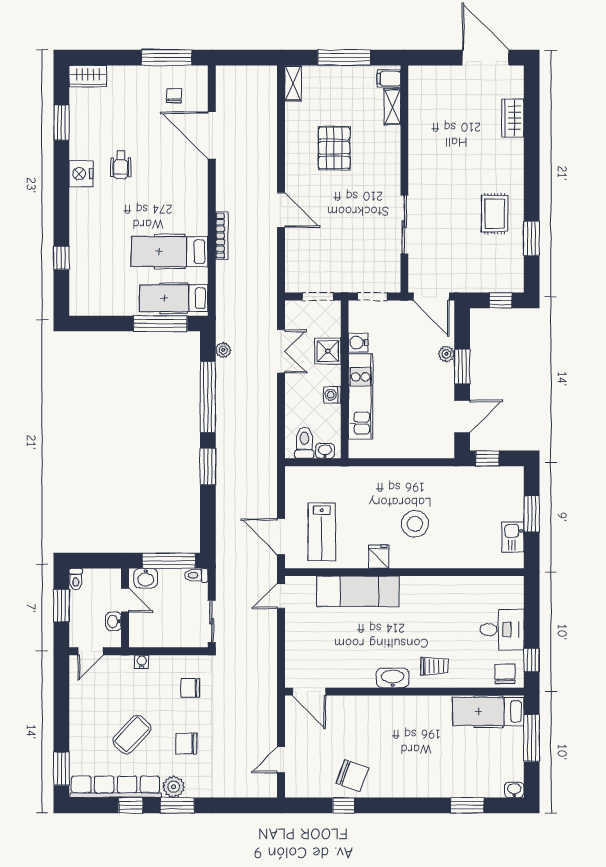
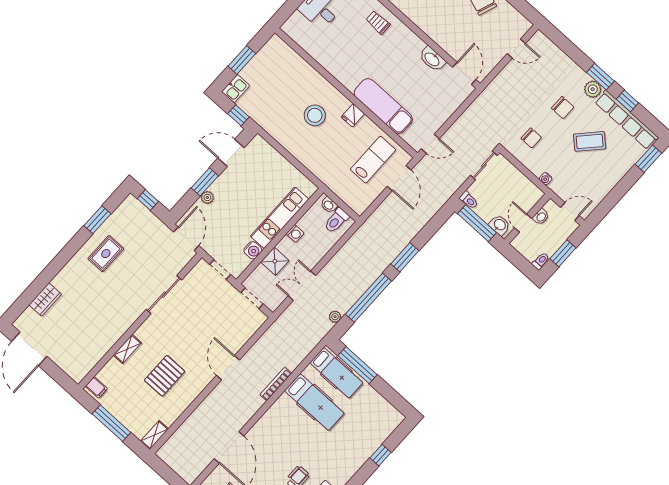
shelving: (392, 107) -> (127, 349), moved
kitchen sink: (513, 537) -> (236, 89), moved
washbasin: (393, 678) -> (432, 59), moved

